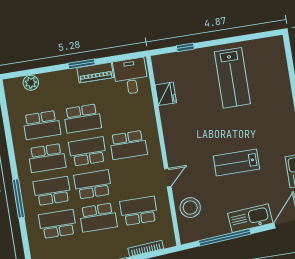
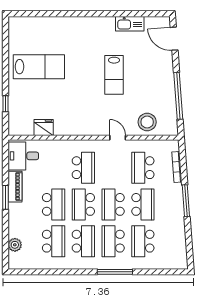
kitchen sink: (250, 218) -> (165, 71), removed

